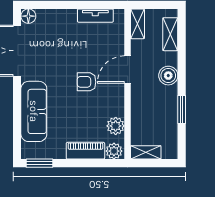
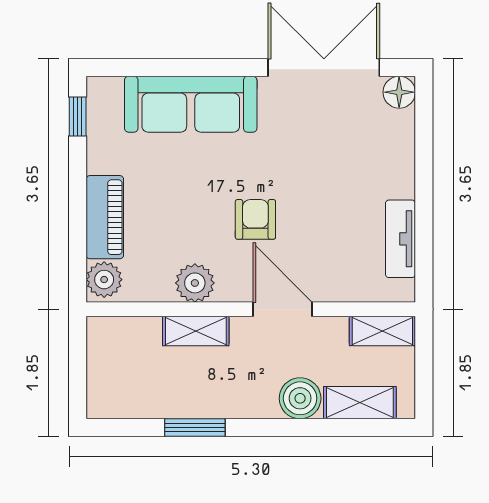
boiler: (168, 76) -> (300, 398), moved
plant: (116, 126) -> (195, 283), moved
shelving: (146, 152) -> (196, 331), moved, turned 90
window: (39, 163) -> (78, 117), width x0.67

